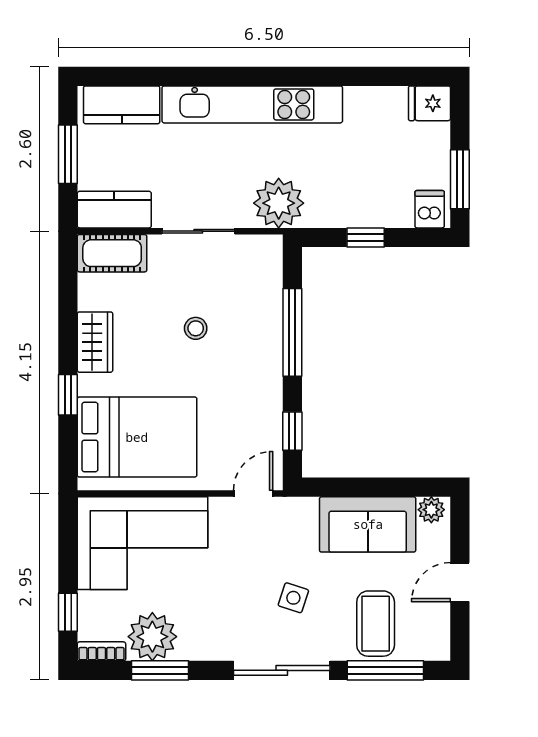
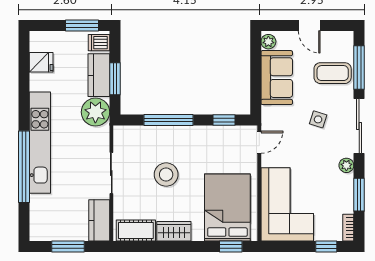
window: (209, 76) -> (24, 167), added
fridge: (429, 103) -> (41, 62), moved, turned -90
kitchen counter: (122, 105) -> (99, 75), moved, turned 180
plant: (279, 203) -> (95, 112), moved
window: (366, 238) -> (115, 79), width x1.50
cot: (112, 253) -> (136, 231), moved, turned 90
stool: (196, 328) -> (166, 175), width x1.89, depth x1.89
window: (68, 395) -> (231, 247), moved
door: (253, 493) -> (259, 142), swing flipped
plant: (152, 637) -> (346, 165), moved, width x0.53, depth x0.53

